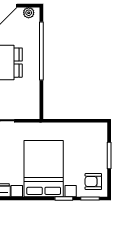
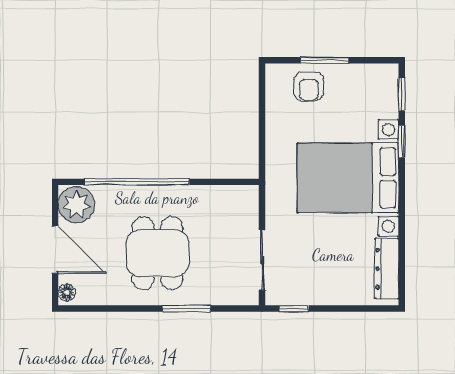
plant: (29, 13) -> (76, 205), width x1.87, depth x1.87
armchair: (93, 181) -> (309, 86), moved

